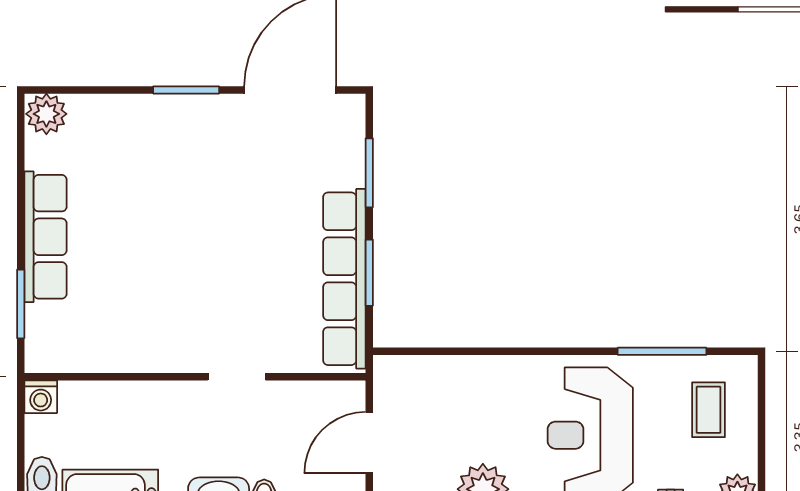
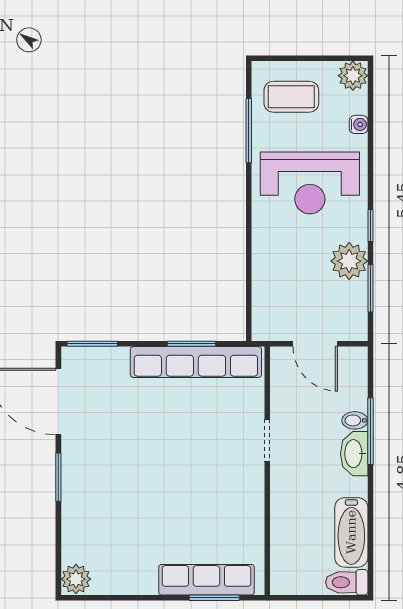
window: (369, 173) -> (92, 344), moved
row of seats: (45, 237) -> (206, 580), moved
washing machine: (41, 397) -> (282, 583), removed
coffee table: (708, 410) -> (291, 97), width x1.36, depth x1.30

